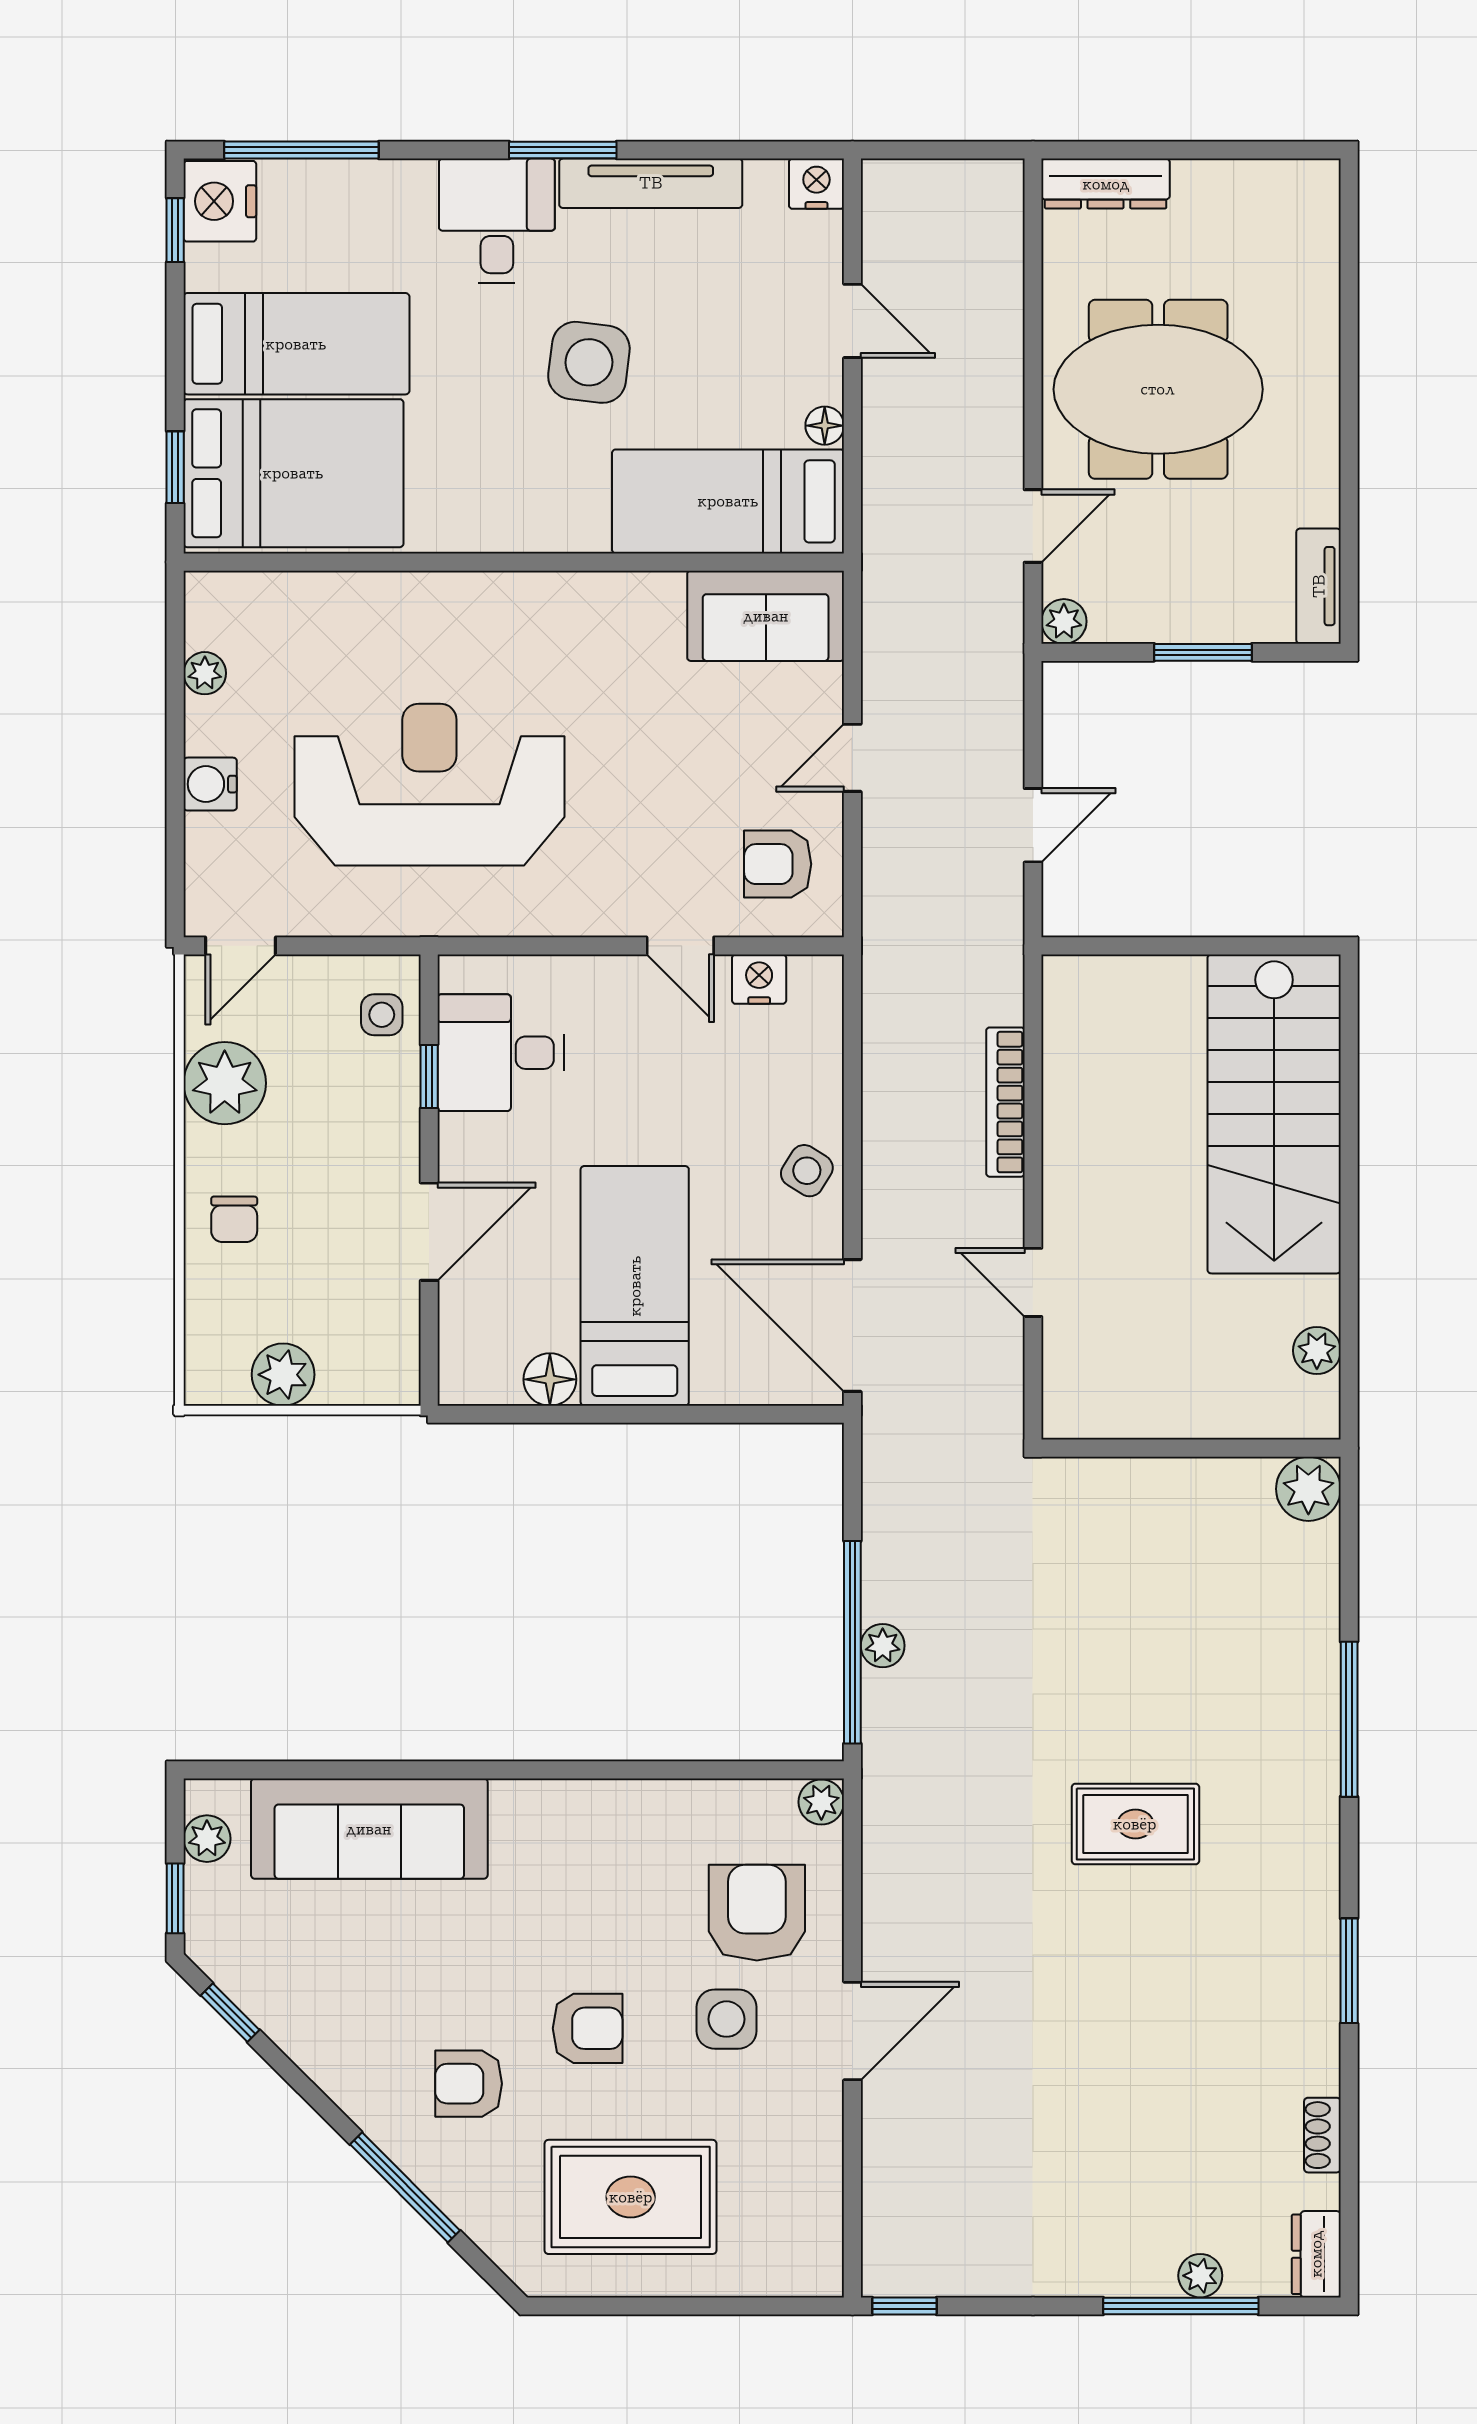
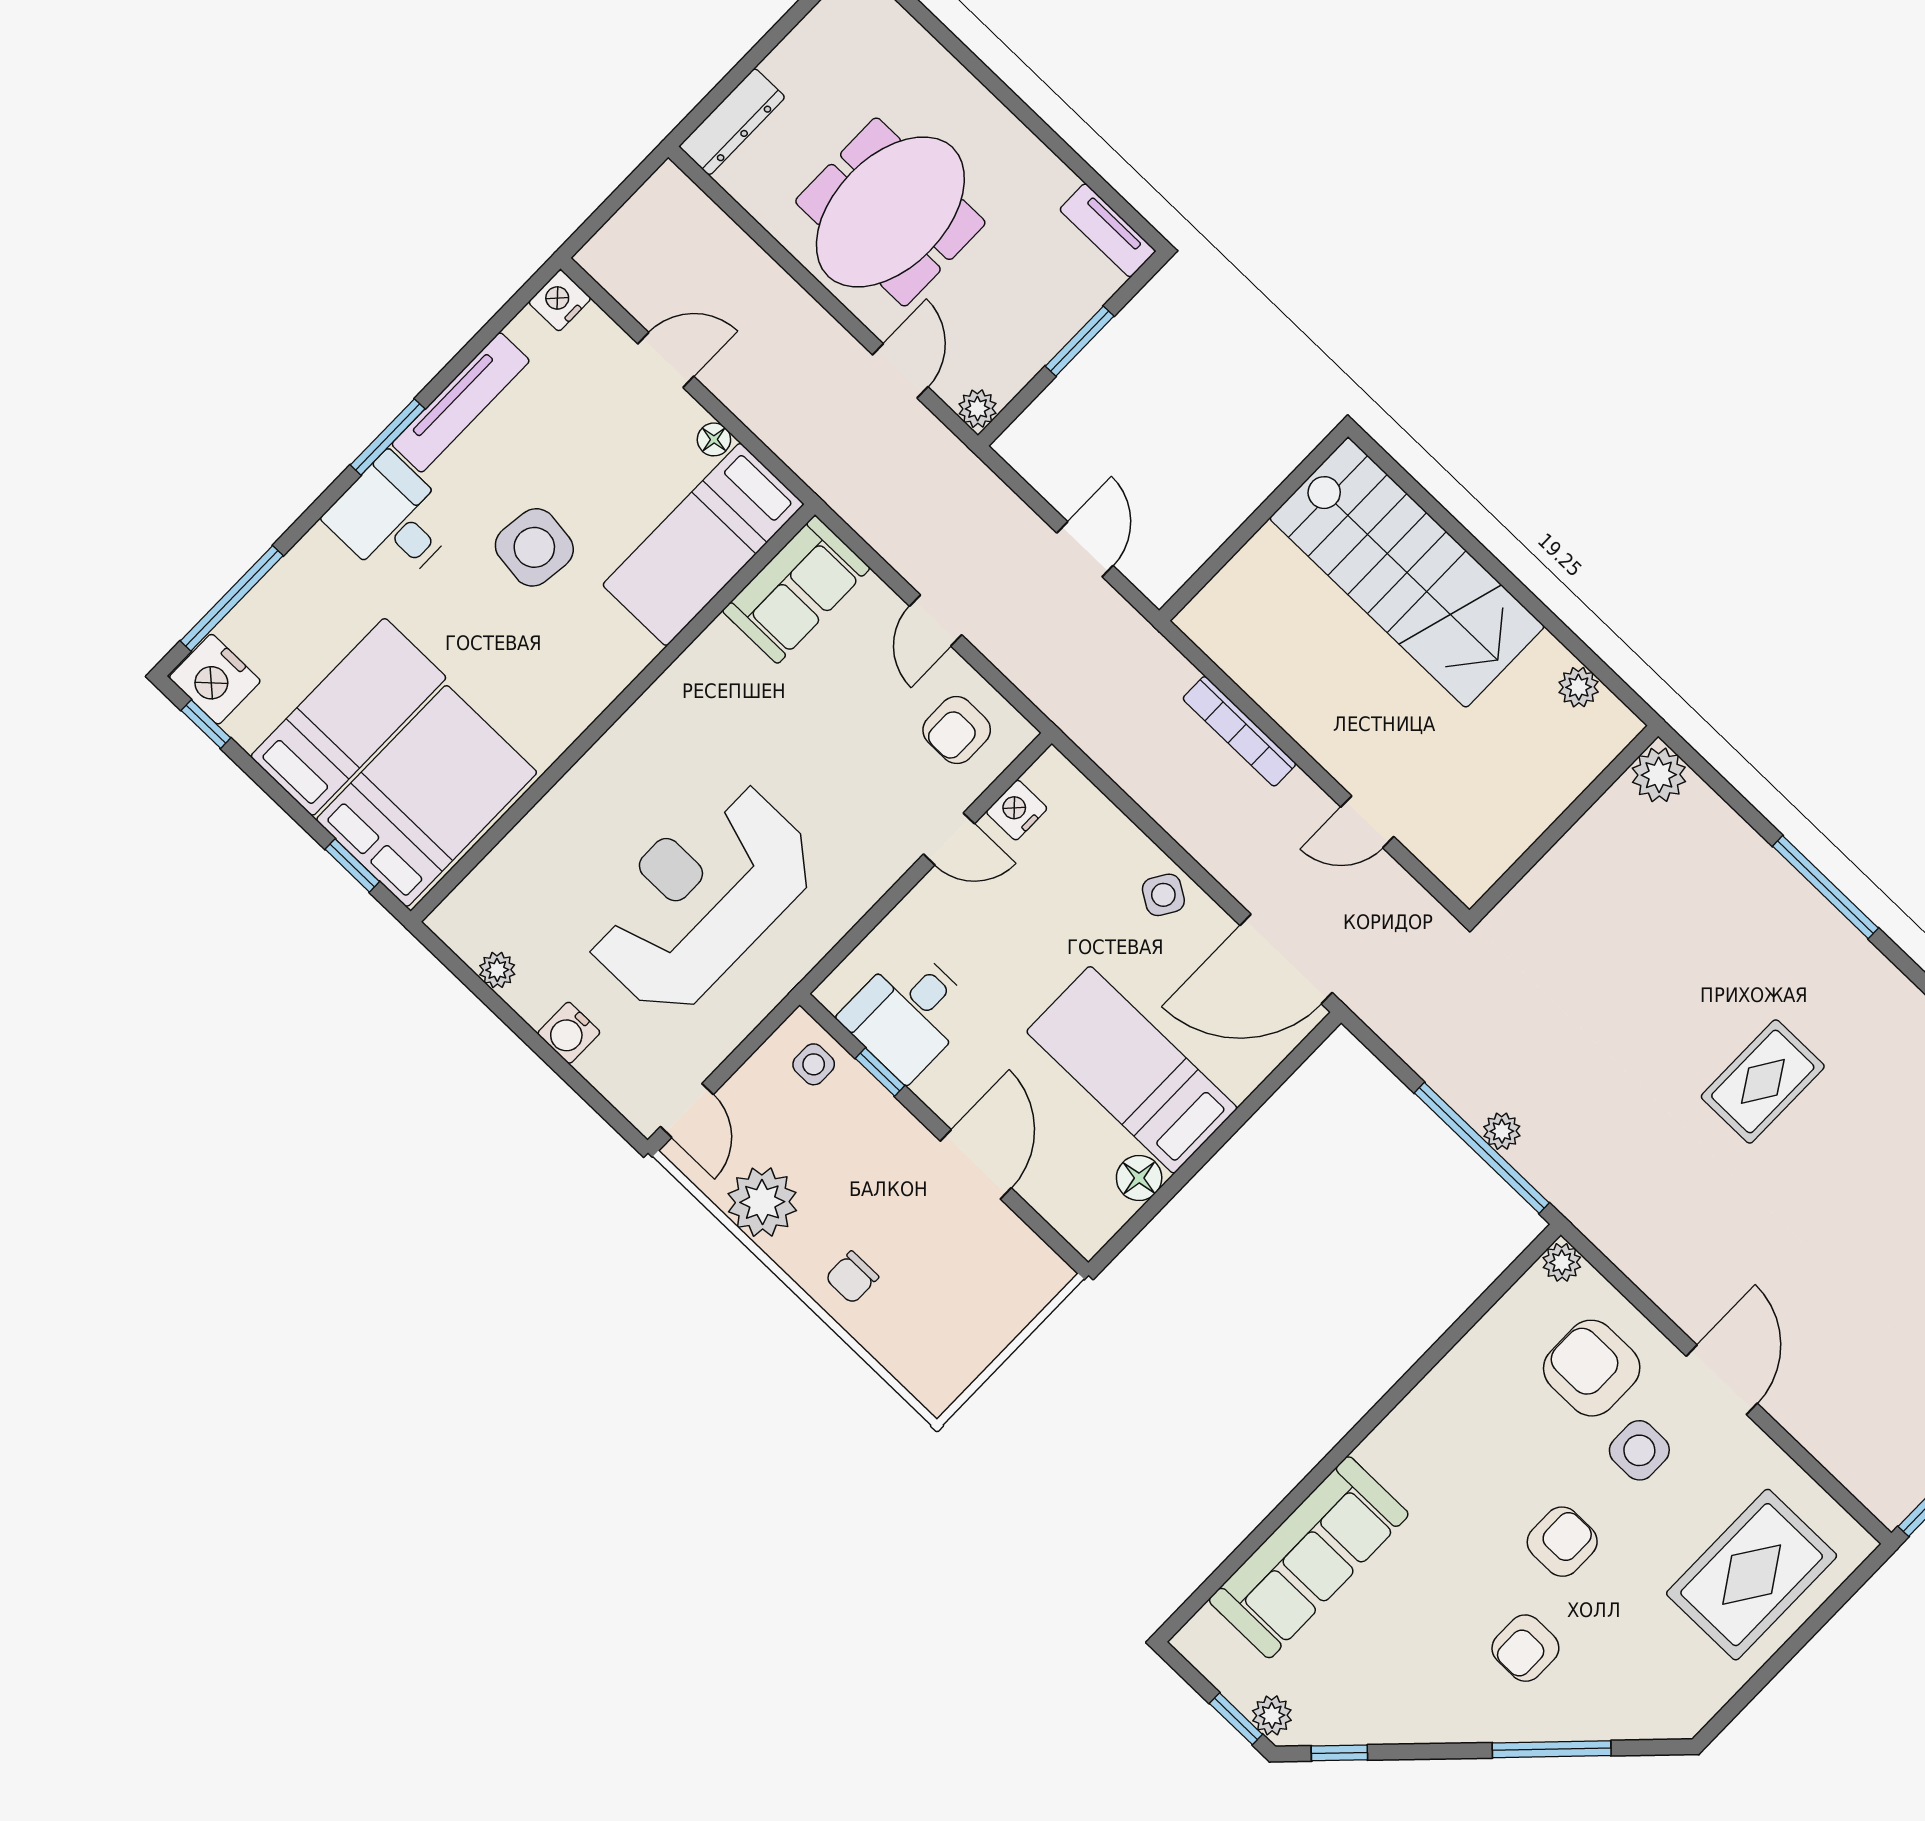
chair: (234, 1219) -> (852, 1277), turned 90
plant: (283, 1375) -> (977, 1340), removed
plant: (207, 1839) -> (1272, 1715), moved
rug: (631, 2197) -> (1752, 1575), moved

